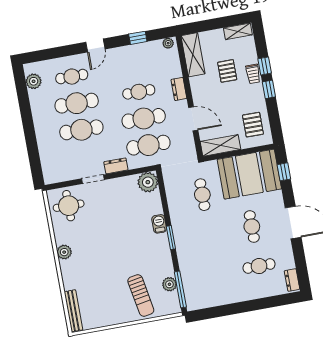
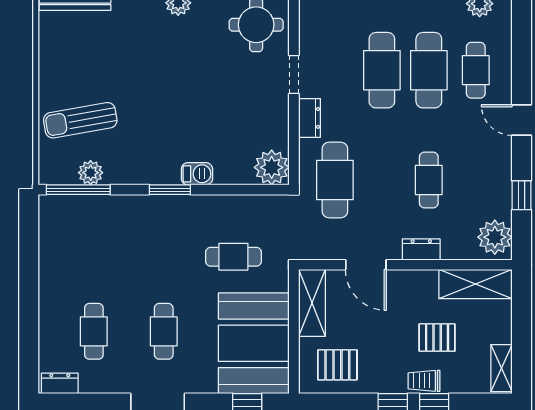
plant: (168, 43) -> (495, 237), width x1.87, depth x1.87
cafe table: (144, 118) -> (382, 180), removed
door: (193, 119) -> (366, 265), hinge flipped
cafe table: (252, 226) -> (164, 331), turned 90

